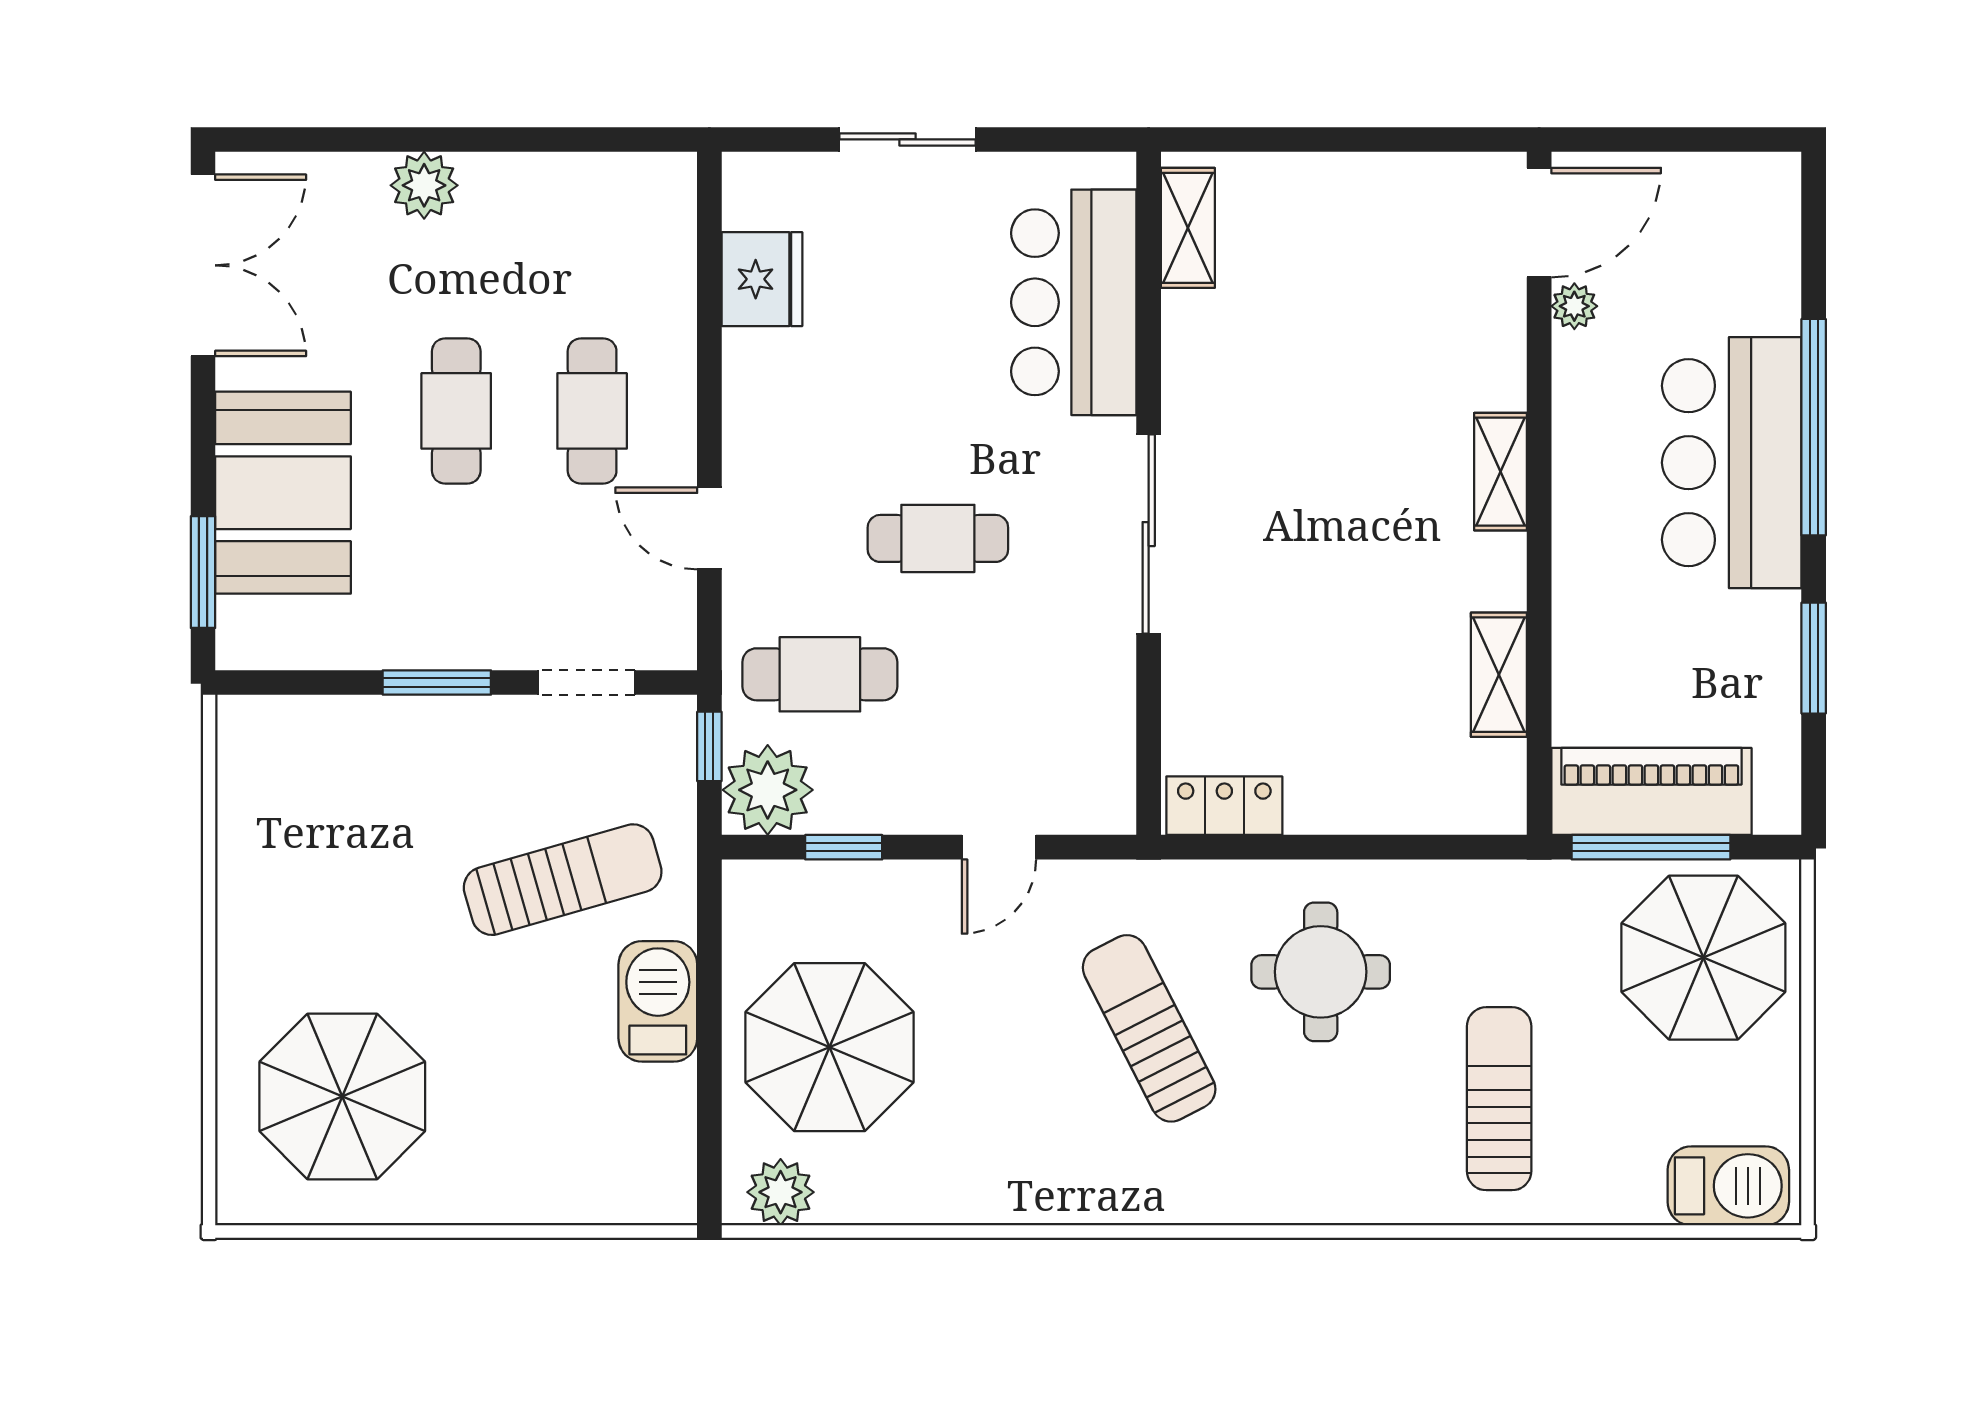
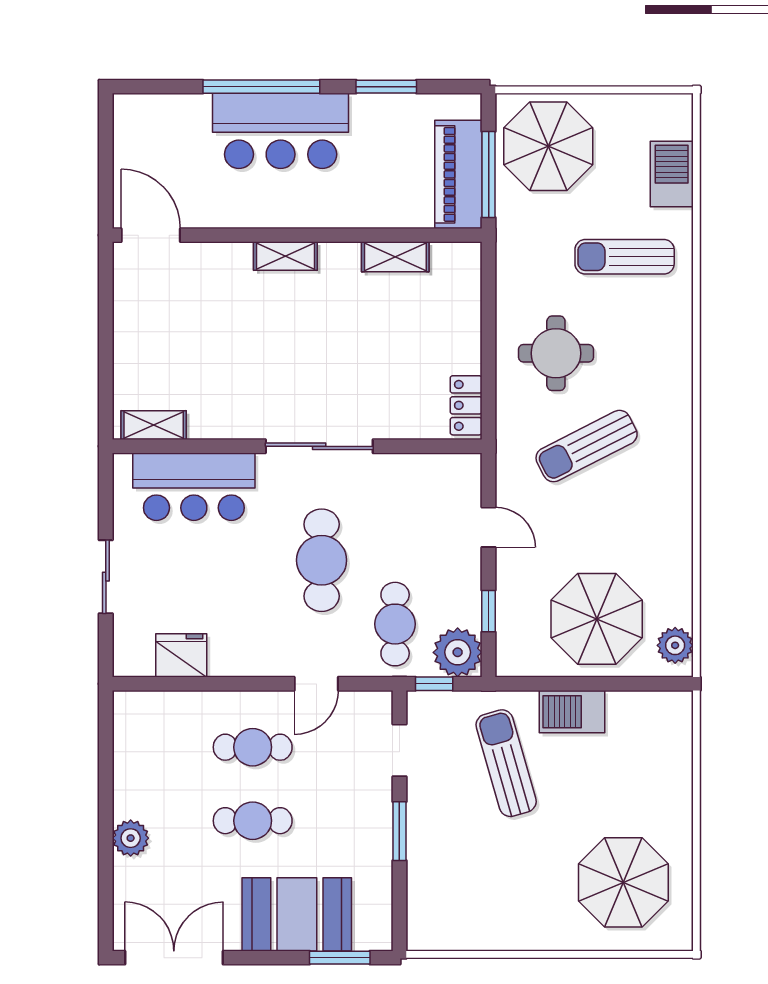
plant: (1574, 306) -> (196, 216), removed
cafe table: (938, 538) -> (322, 560), width x1.37, depth x1.35
barbecue: (1728, 1186) -> (672, 174), moved

